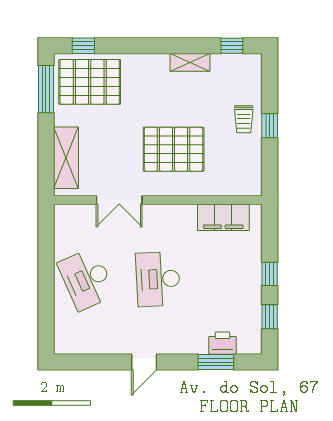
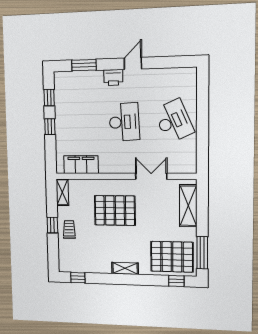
shelving: (190, 62) -> (125, 268), moved
shelving: (253, 176) -> (62, 192), added
printer: (222, 343) -> (113, 78), moved

